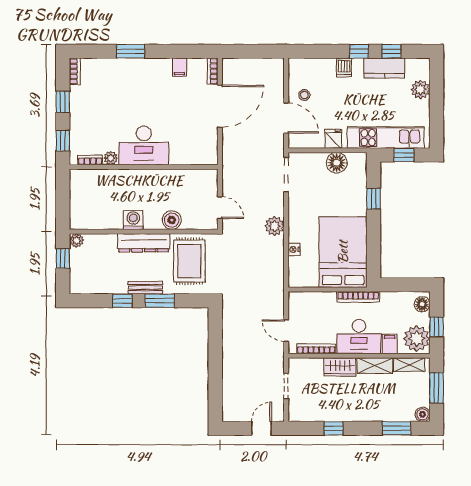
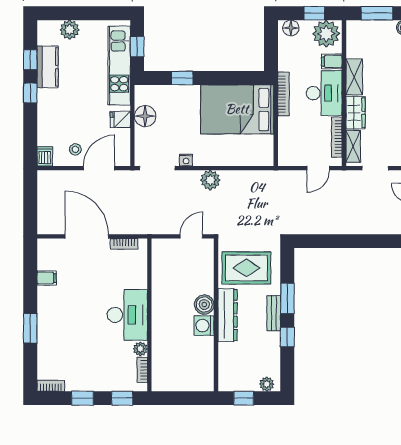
dishwasher: (344, 67) -> (45, 156), moved, turned -90
bookcase: (213, 71) -> (124, 244), moved
boiler: (172, 220) -> (204, 305), moved
plant: (76, 241) -> (267, 384), moved
nightstand: (294, 249) -> (186, 160), moved
shelving: (409, 365) -> (353, 146), moved

